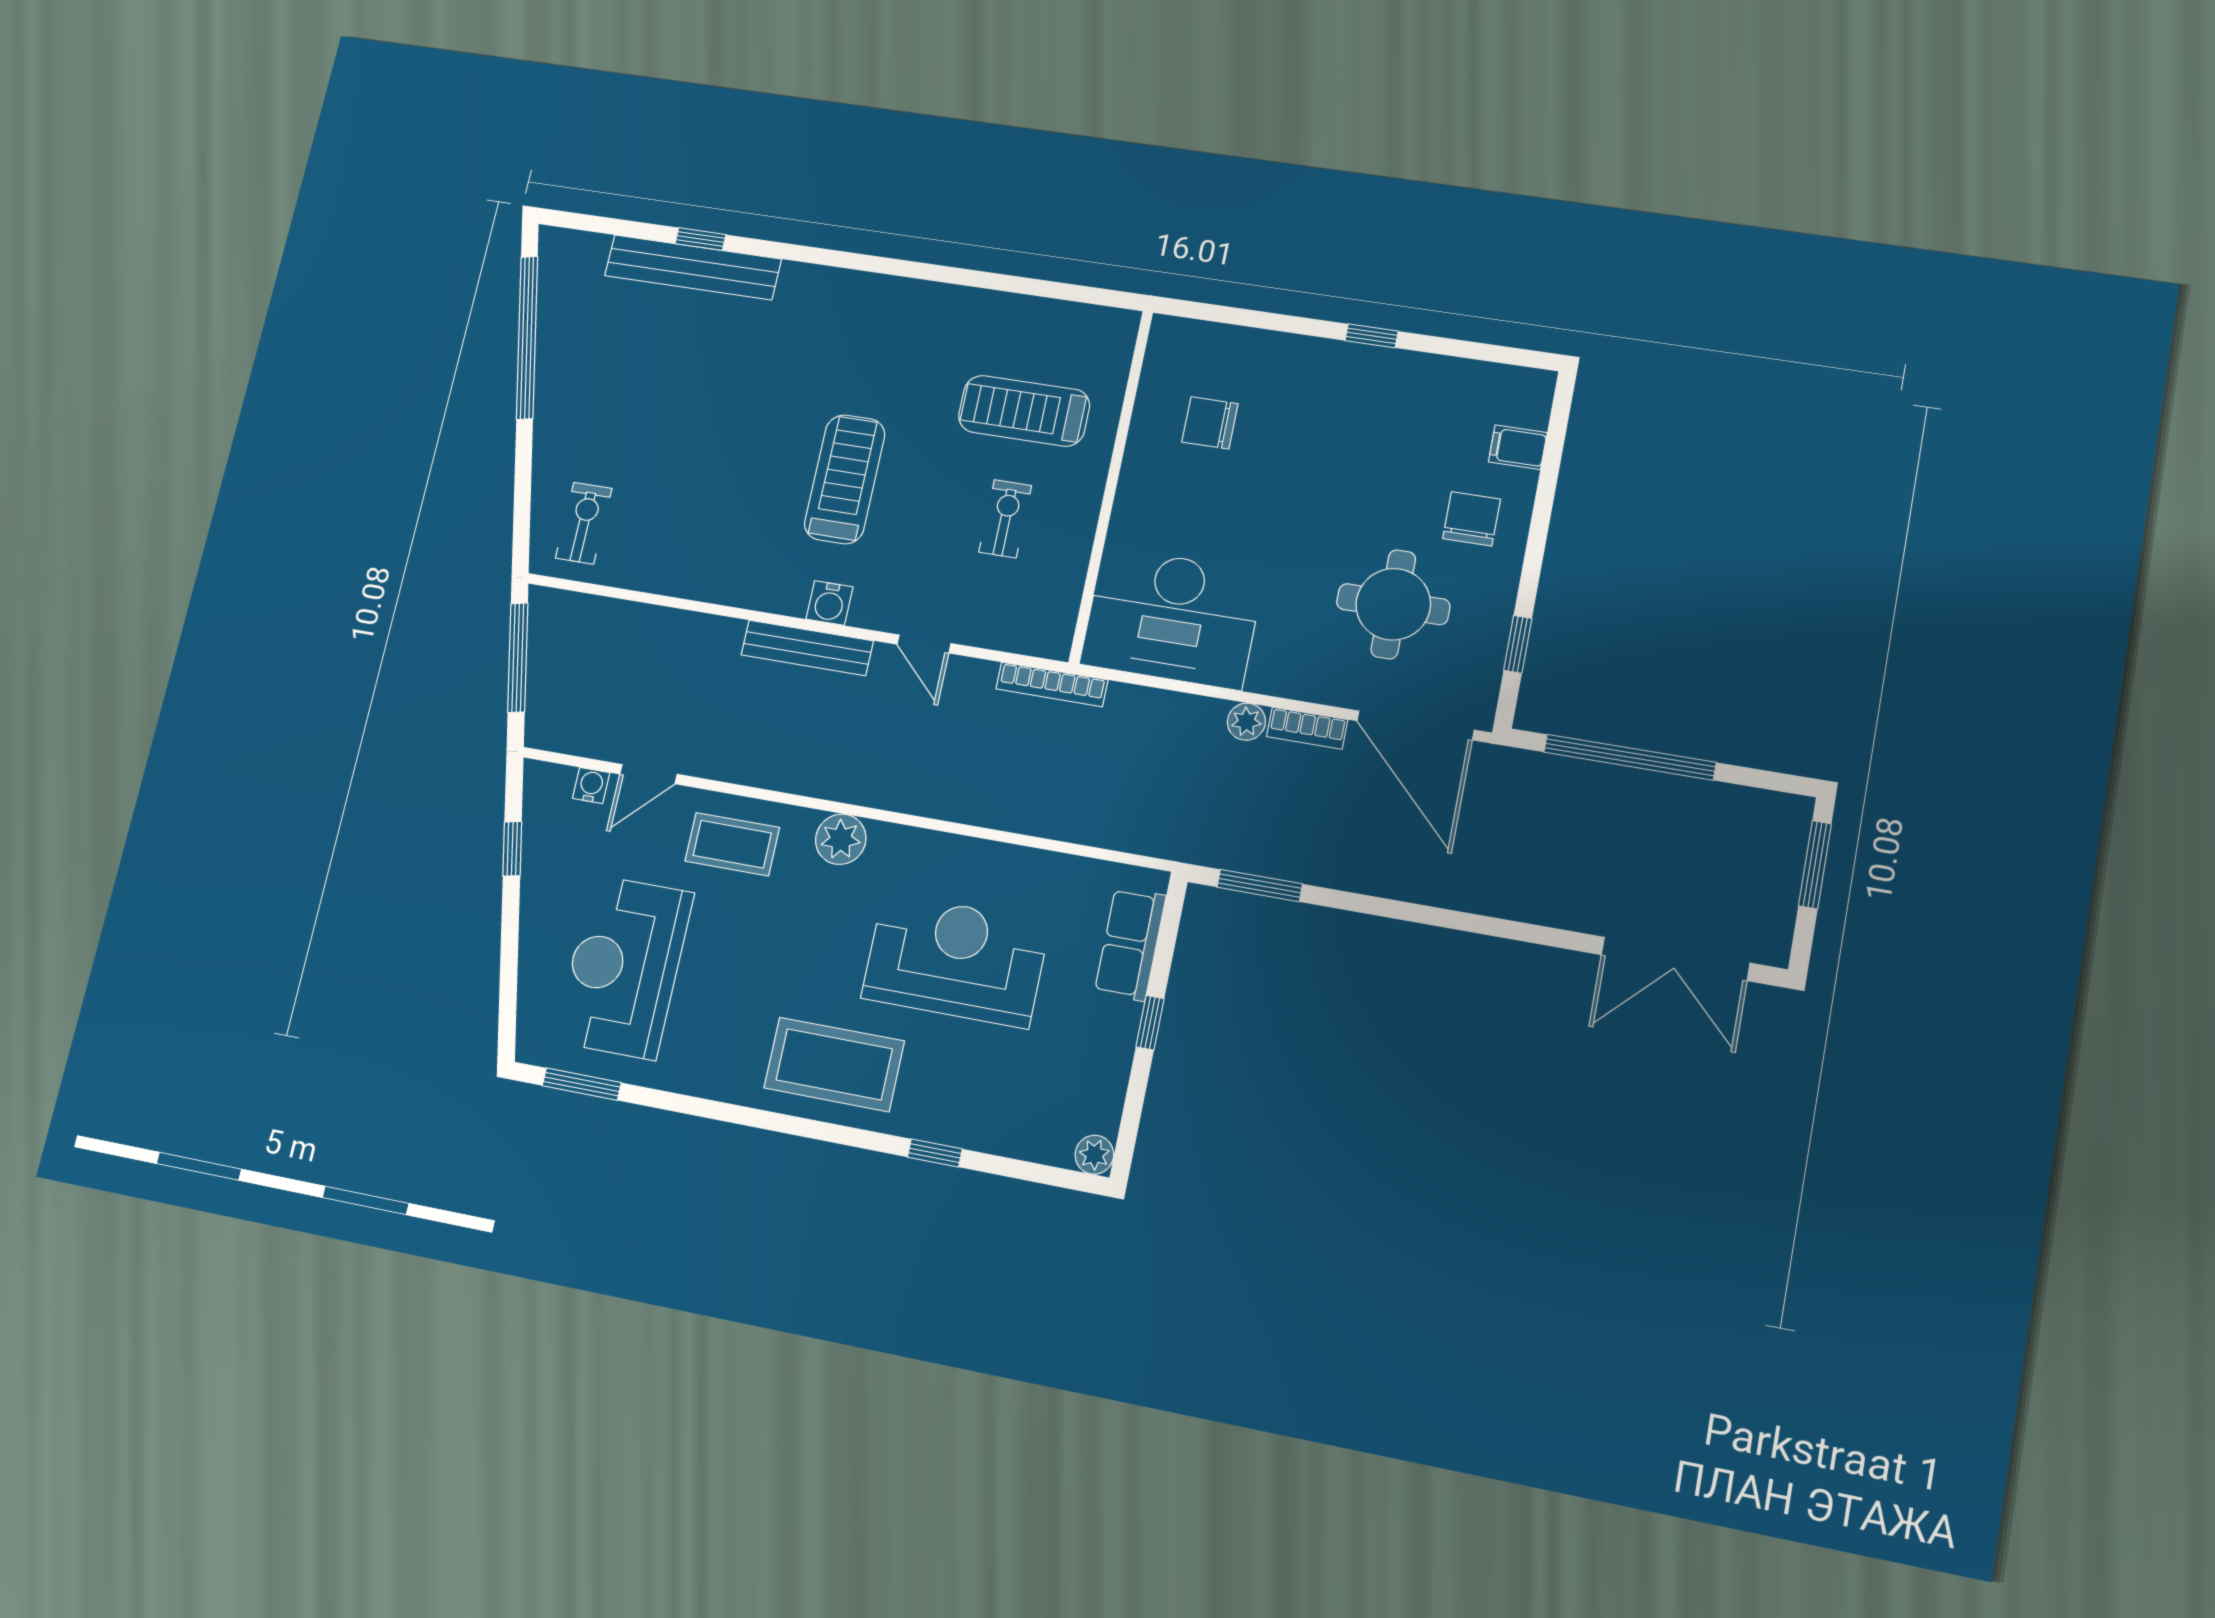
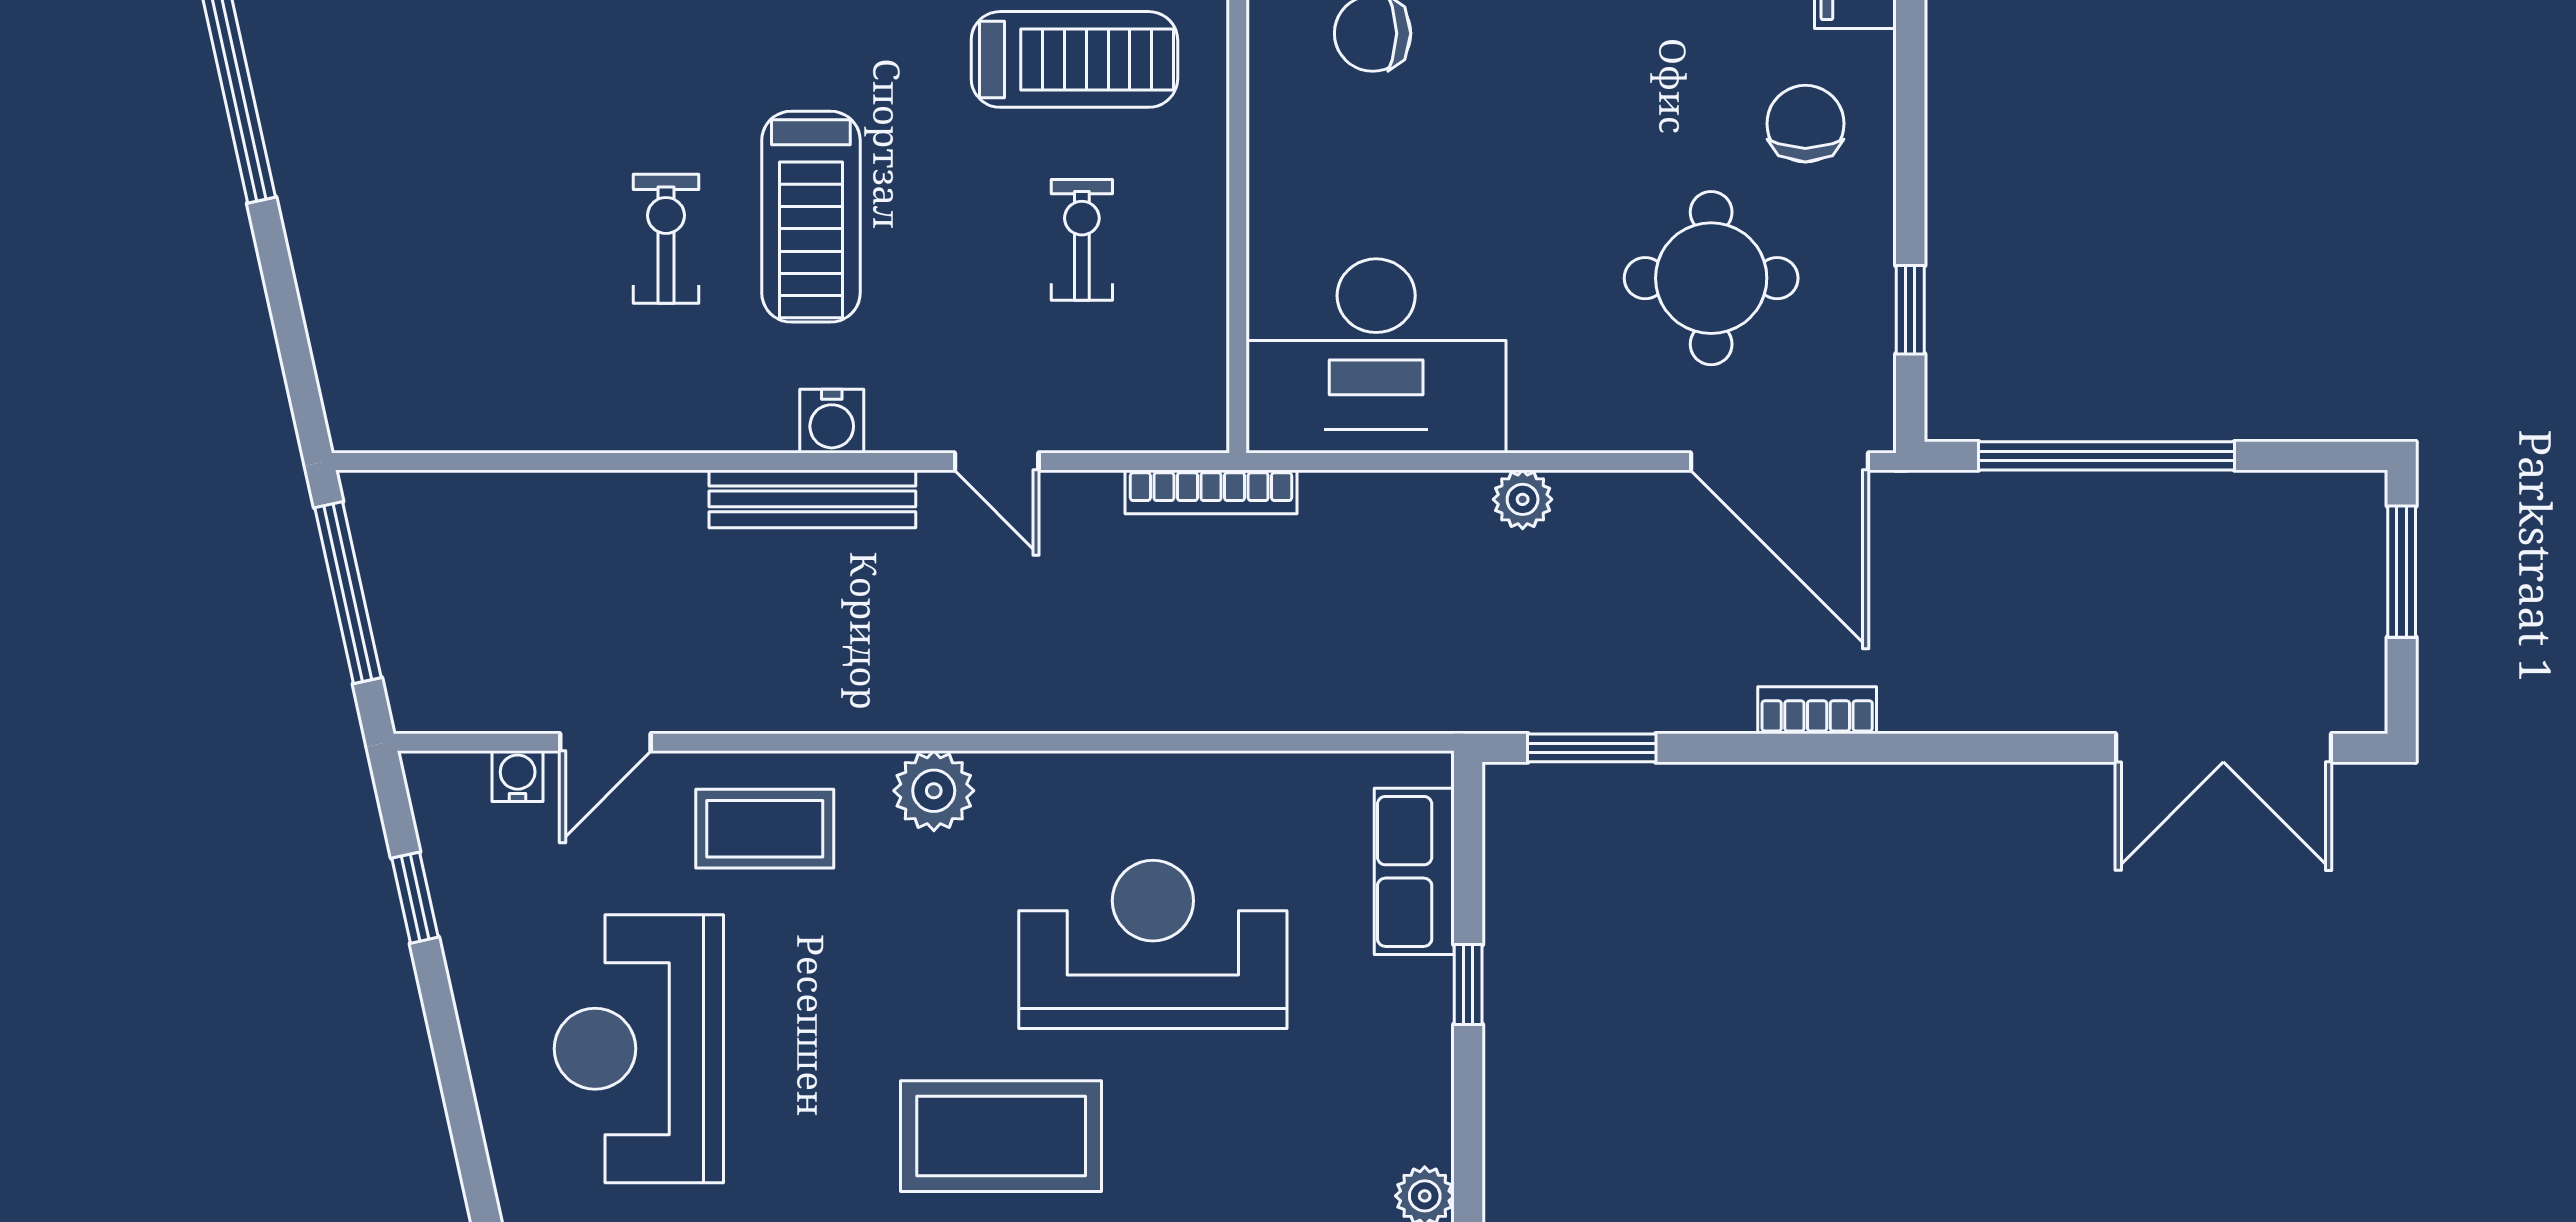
treadmill: (1024, 411) -> (1074, 59), turned 180
treadmill: (845, 479) -> (811, 217), turned 180
exercise bike: (584, 523) -> (666, 239), moved
bookcase: (1307, 728) -> (1817, 710), moved, turned 180

